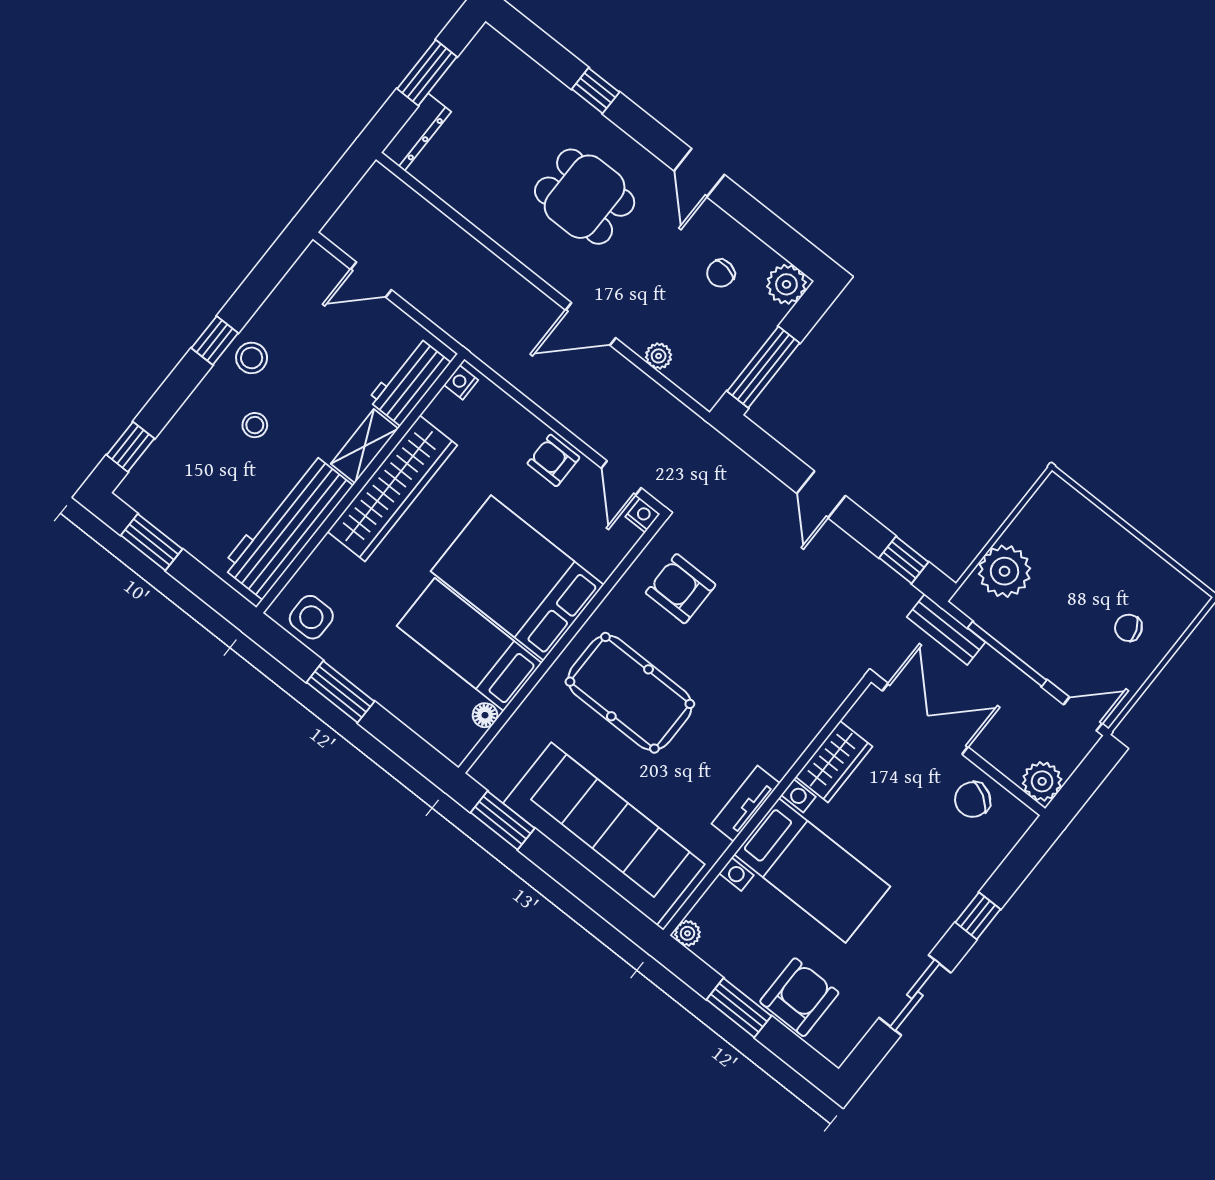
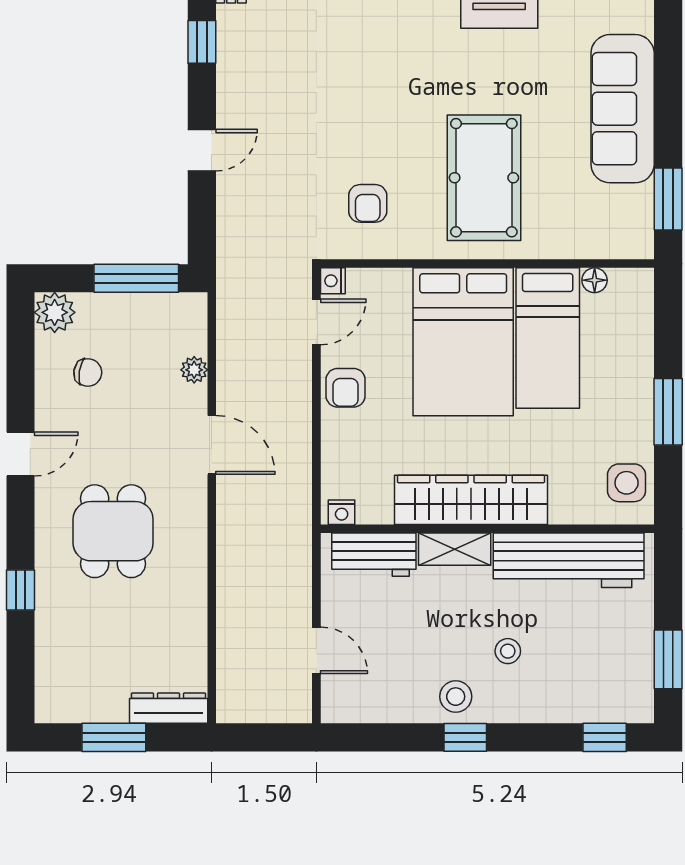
armchair: (681, 589) -> (368, 203), width x0.72, depth x0.72
sofa: (604, 834) -> (623, 109), width x0.74, depth x0.79

